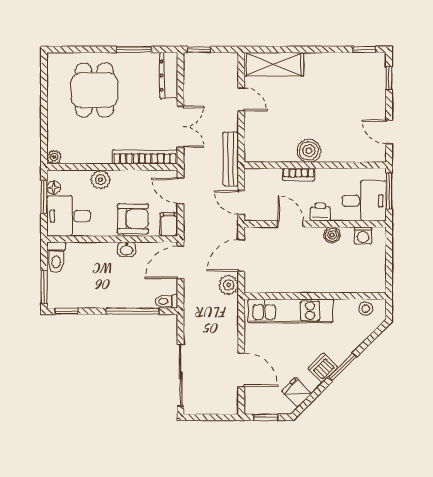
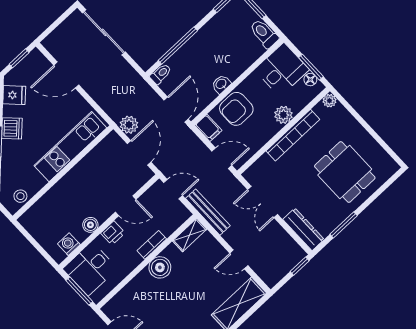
shelving: (262, 154) -> (190, 235), added
bookcase: (145, 157) -> (293, 135), moved

